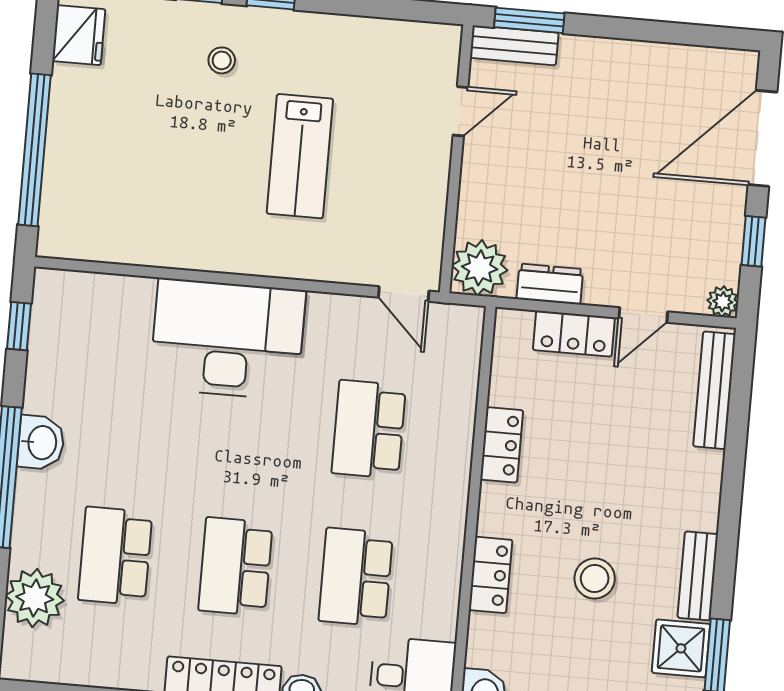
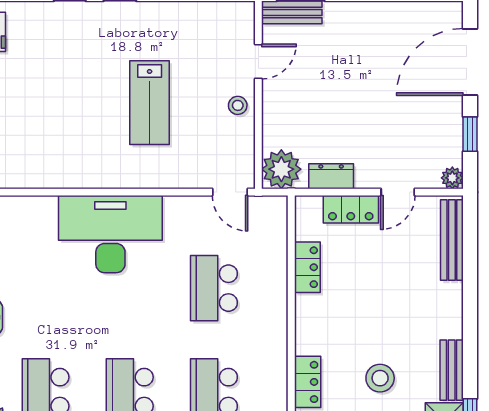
stool: (222, 60) -> (238, 105), moved
locker: (502, 445) -> (307, 267), moved

